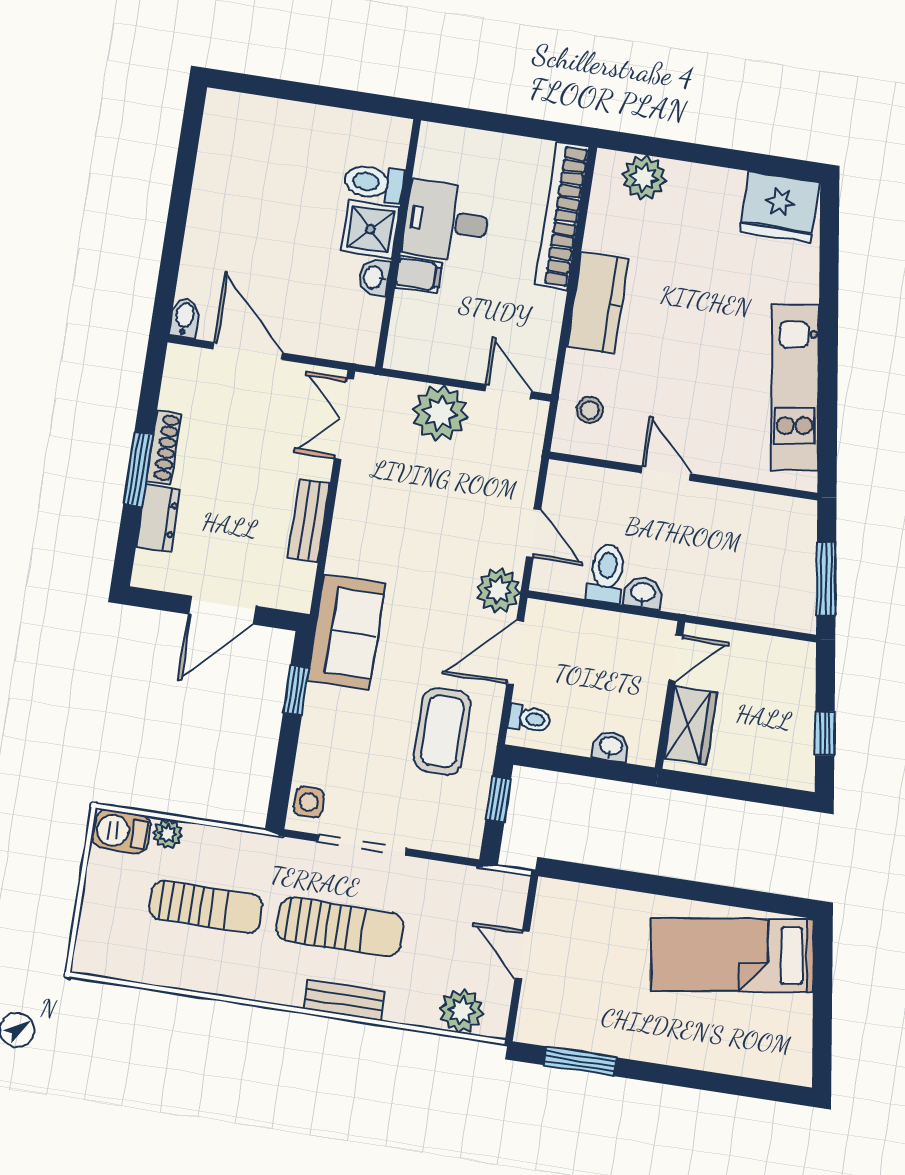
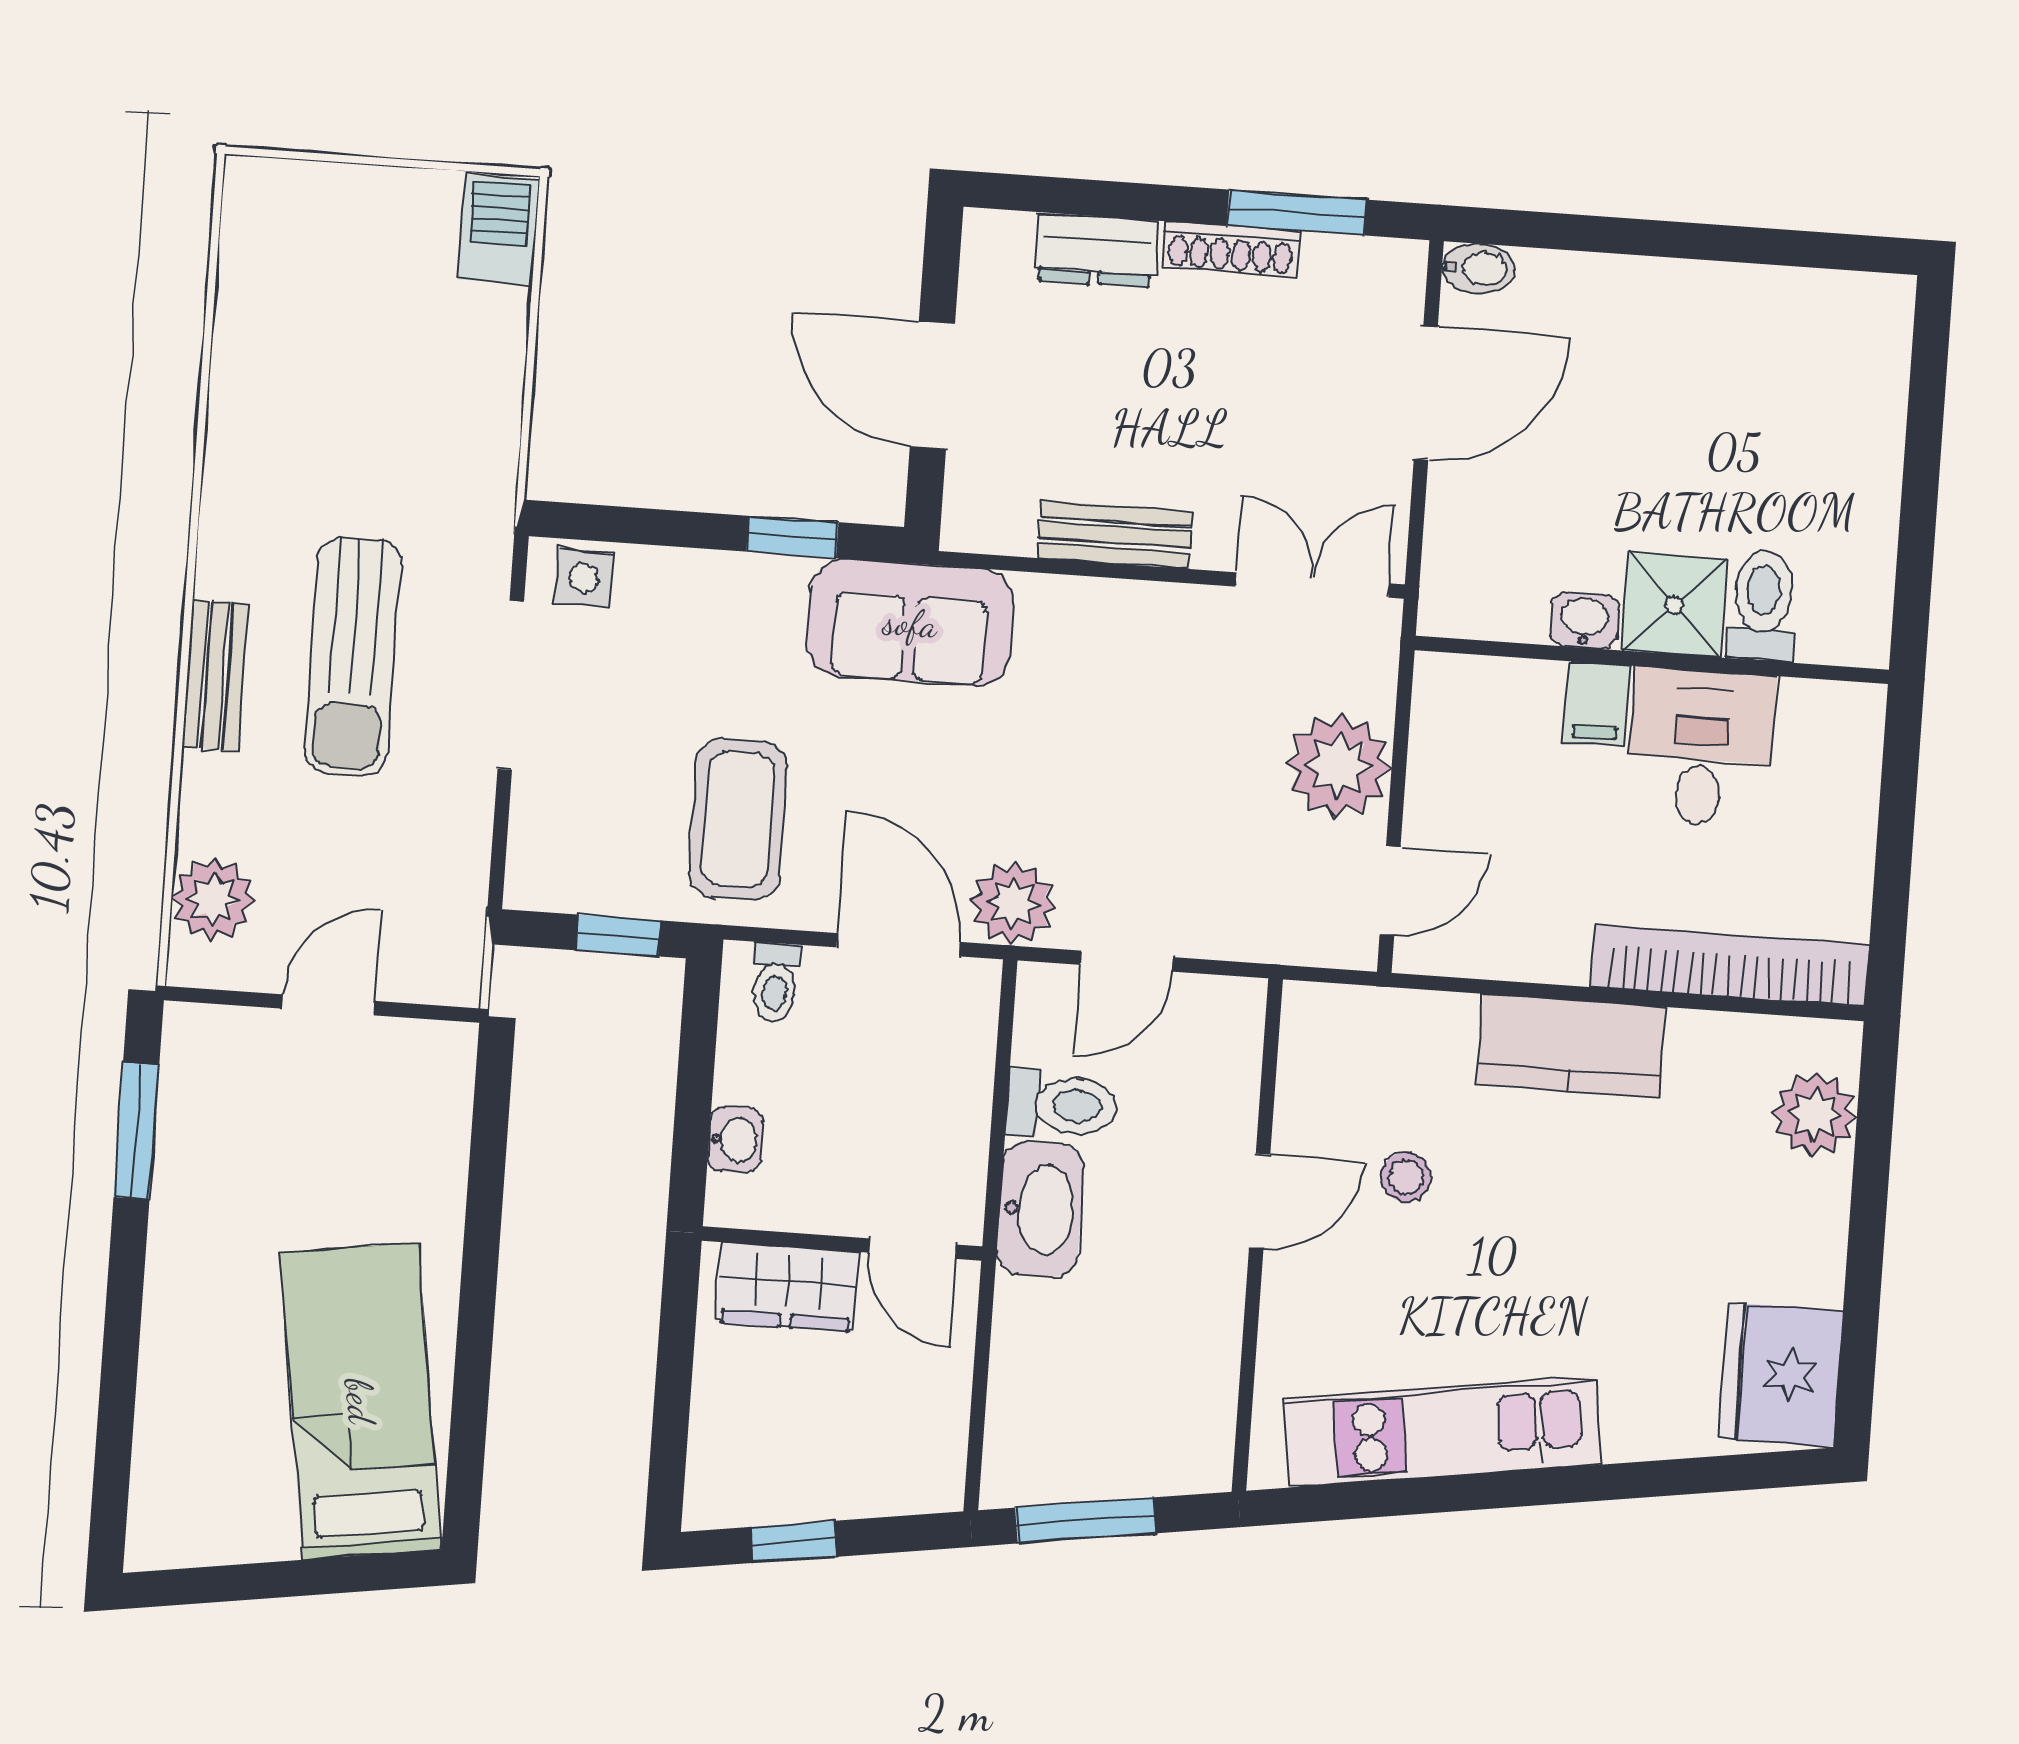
stool: (590, 410) -> (1406, 1177), moved
window: (138, 469) -> (1297, 213), moved
washbasin: (643, 593) -> (1040, 1209), width x1.91, depth x1.45
coffee table: (442, 731) -> (738, 819), turned 90
plant: (168, 834) -> (502, 316), removed
sun lounger: (206, 907) -> (370, 400), removed

